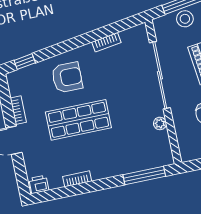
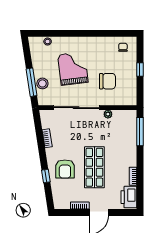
window: (25, 62) -> (46, 176), moved
armchair: (67, 77) -> (65, 169), turned 180
printer: (39, 184) -> (129, 197), width x1.87, depth x1.48

